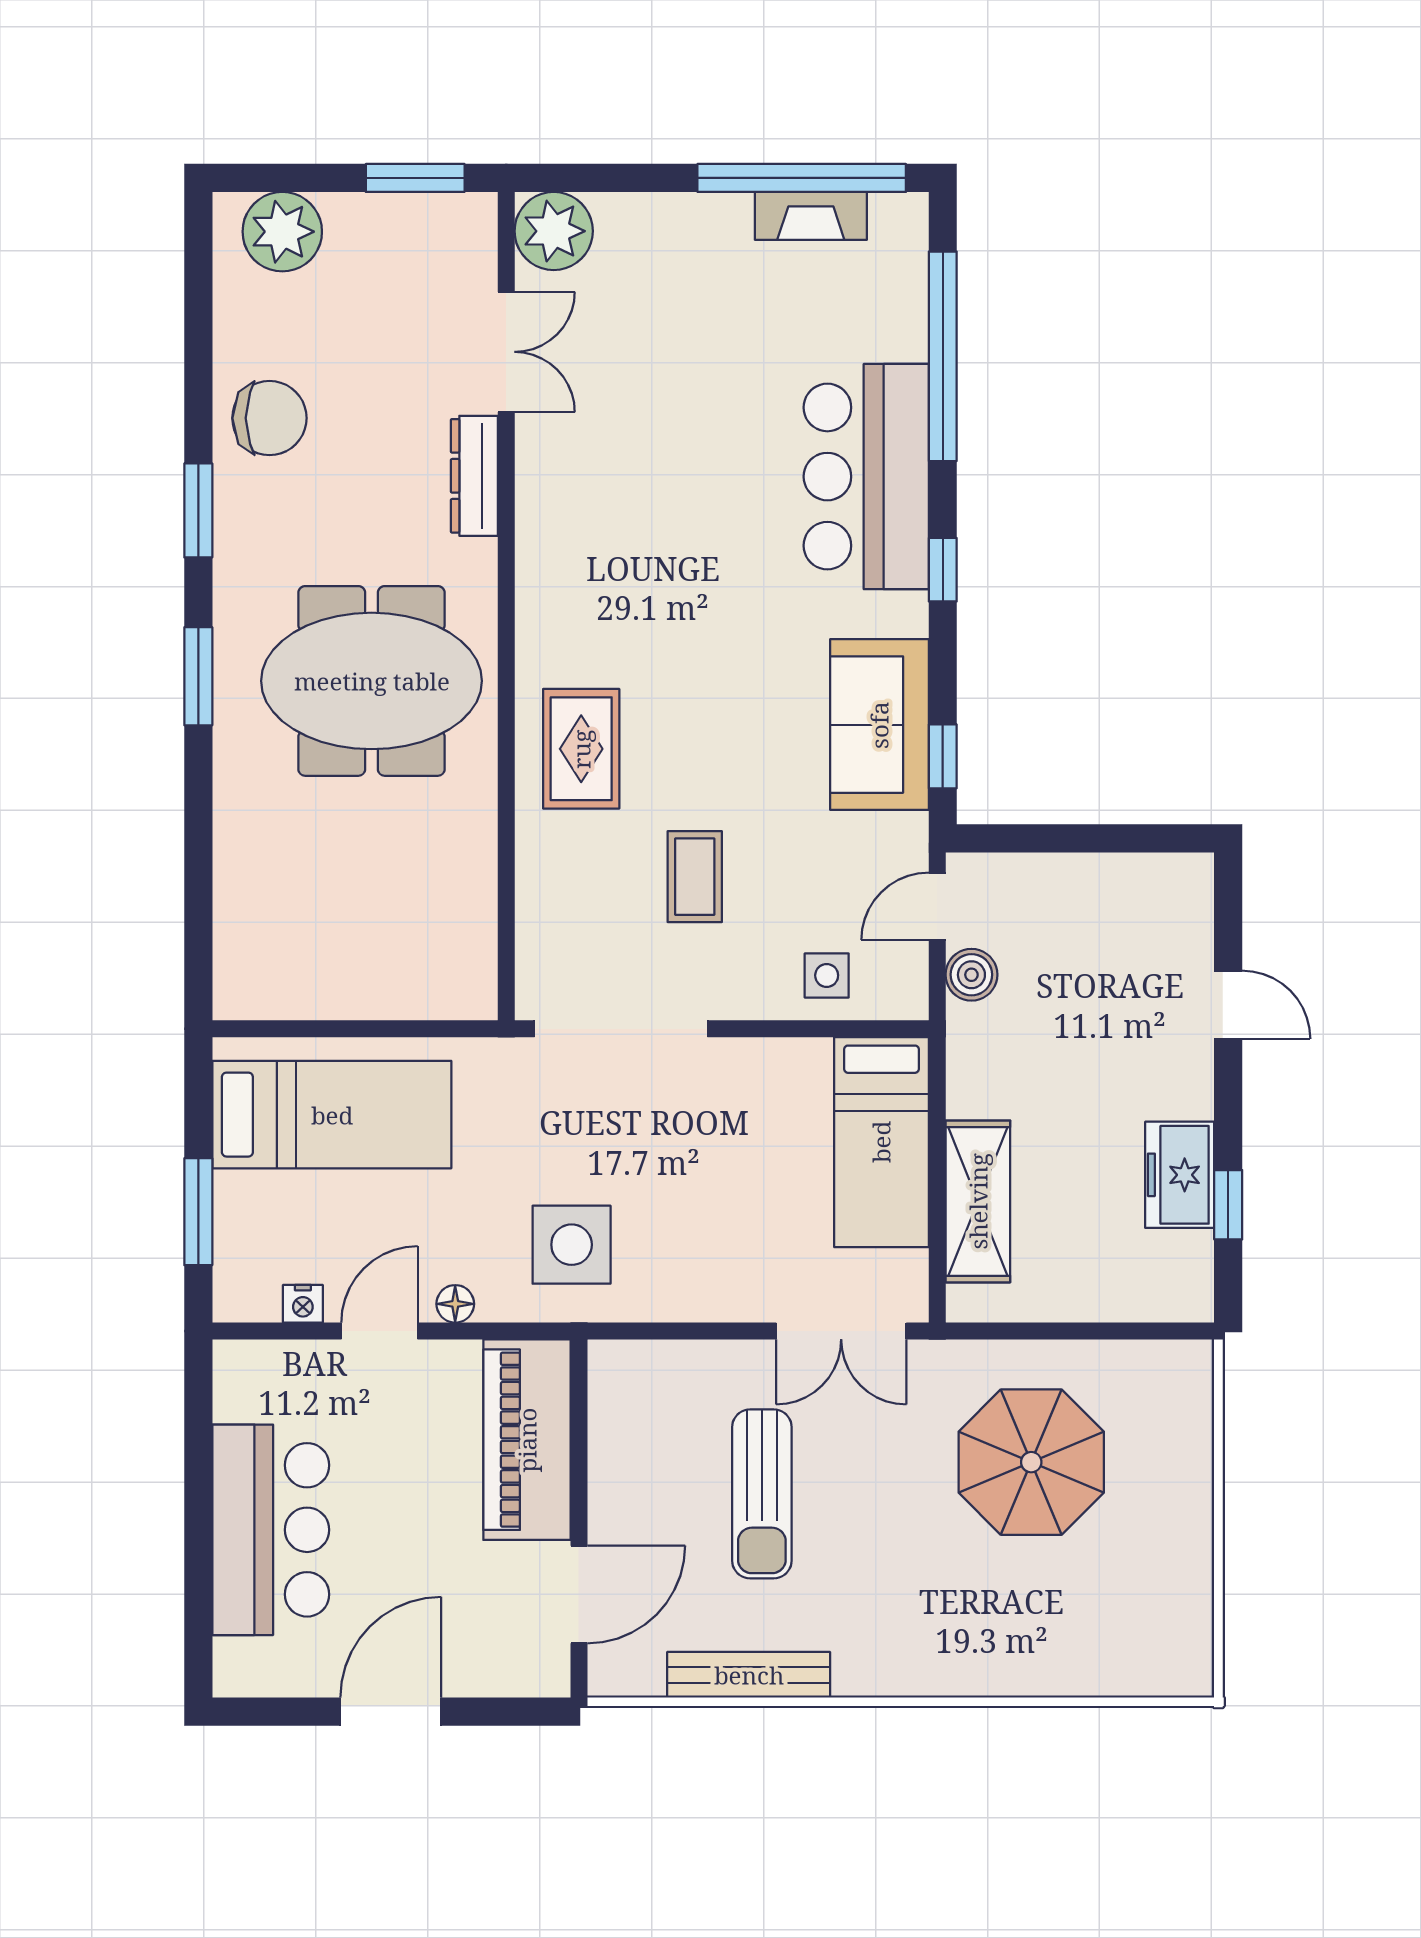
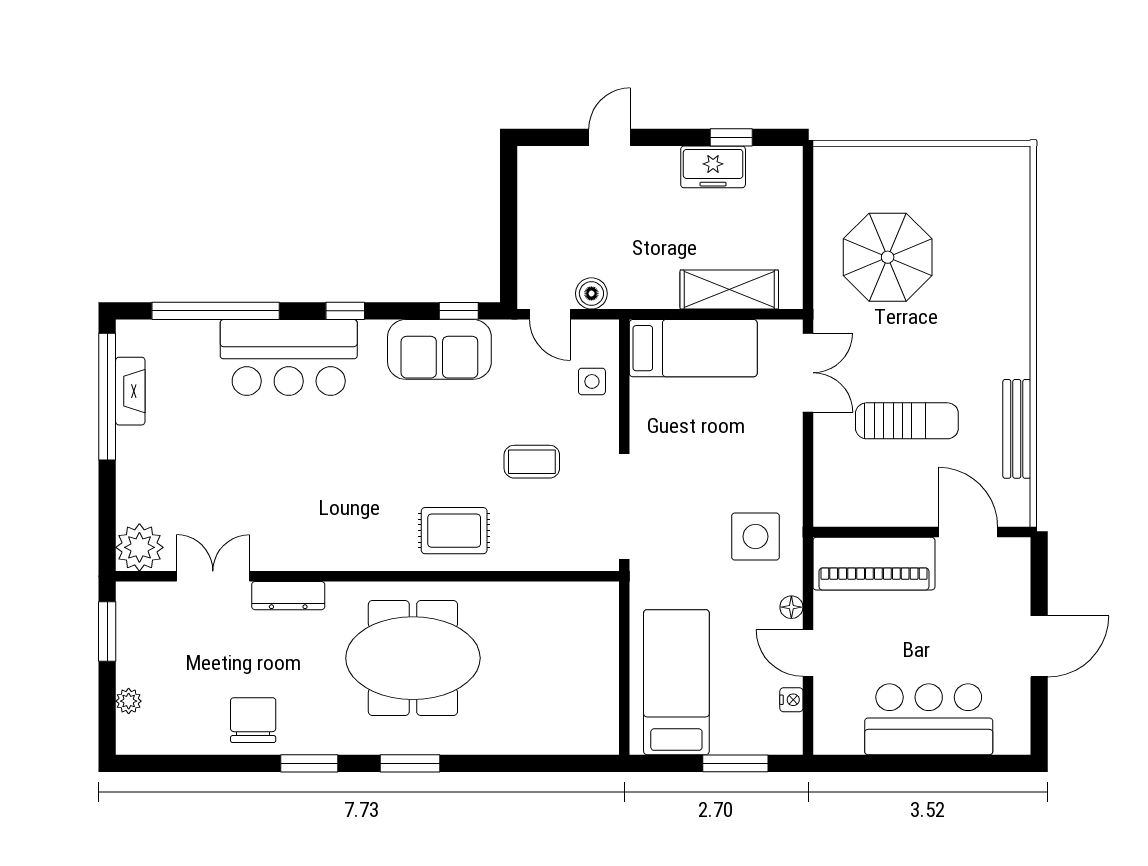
plant: (282, 232) -> (129, 701), width x0.53, depth x0.53
meeting table: (372, 681) -> (413, 658), turned 90
door: (391, 1712) -> (1039, 646), swing flipped

